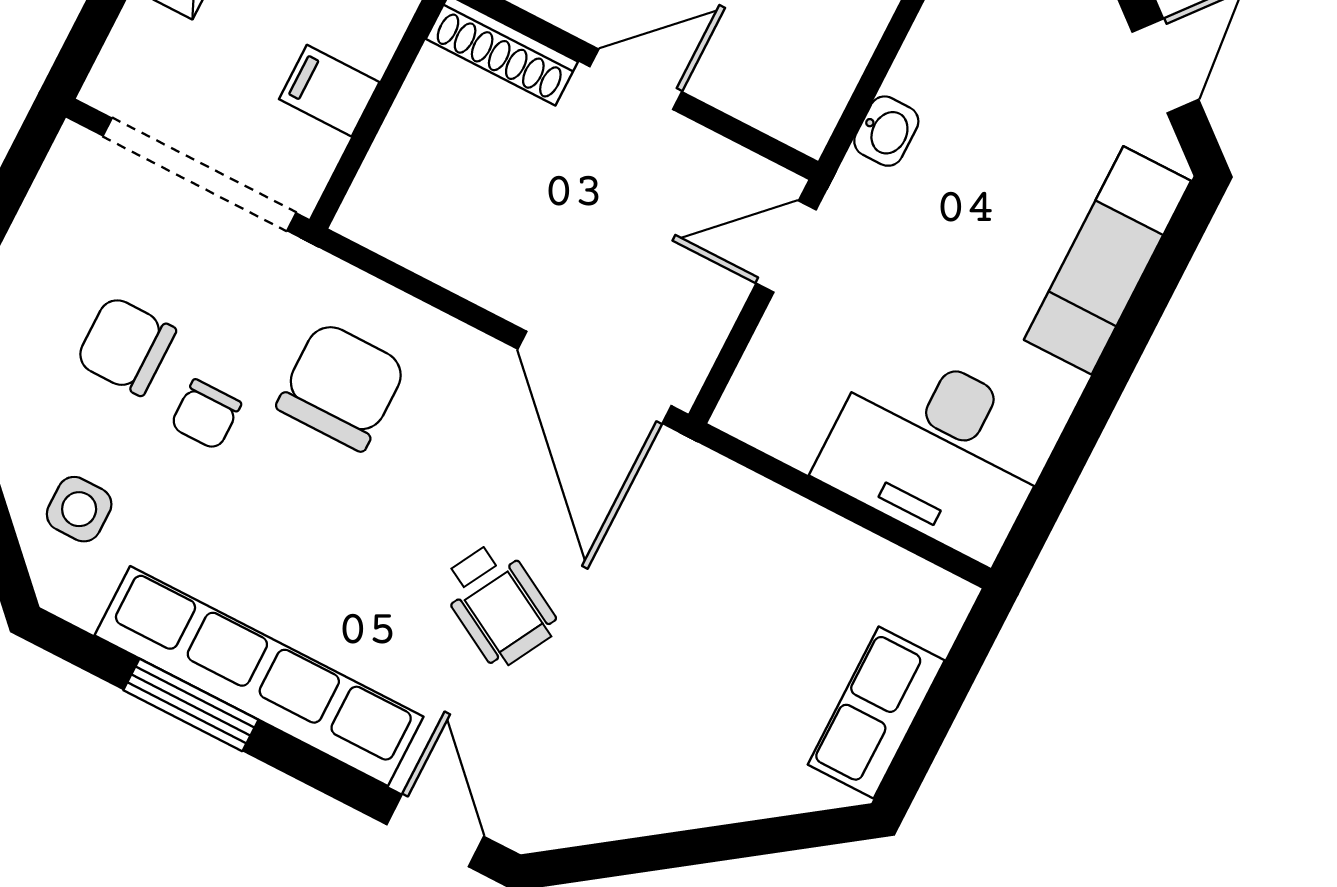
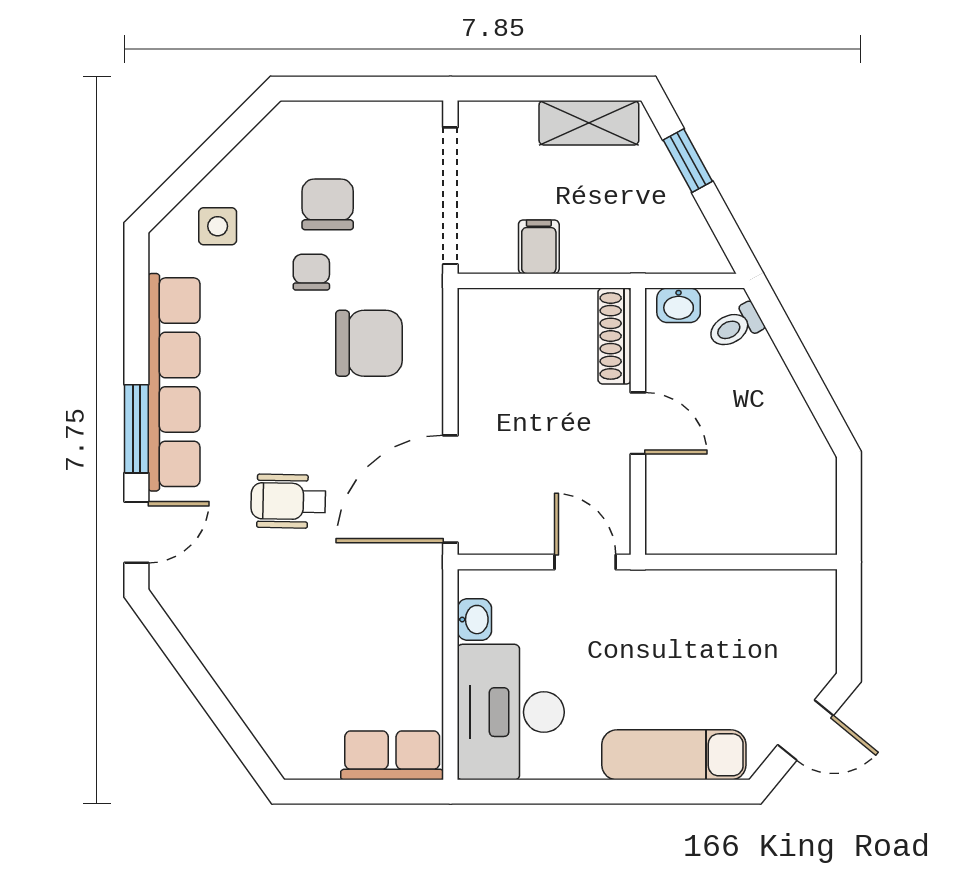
washbasin: (886, 131) -> (474, 620), moved, turned -90
chair: (206, 415) -> (311, 272), turned 90
wheelchair: (499, 604) -> (288, 501), turned 62
window: (191, 705) -> (136, 429), moved
row of seats: (876, 712) -> (392, 755), moved

